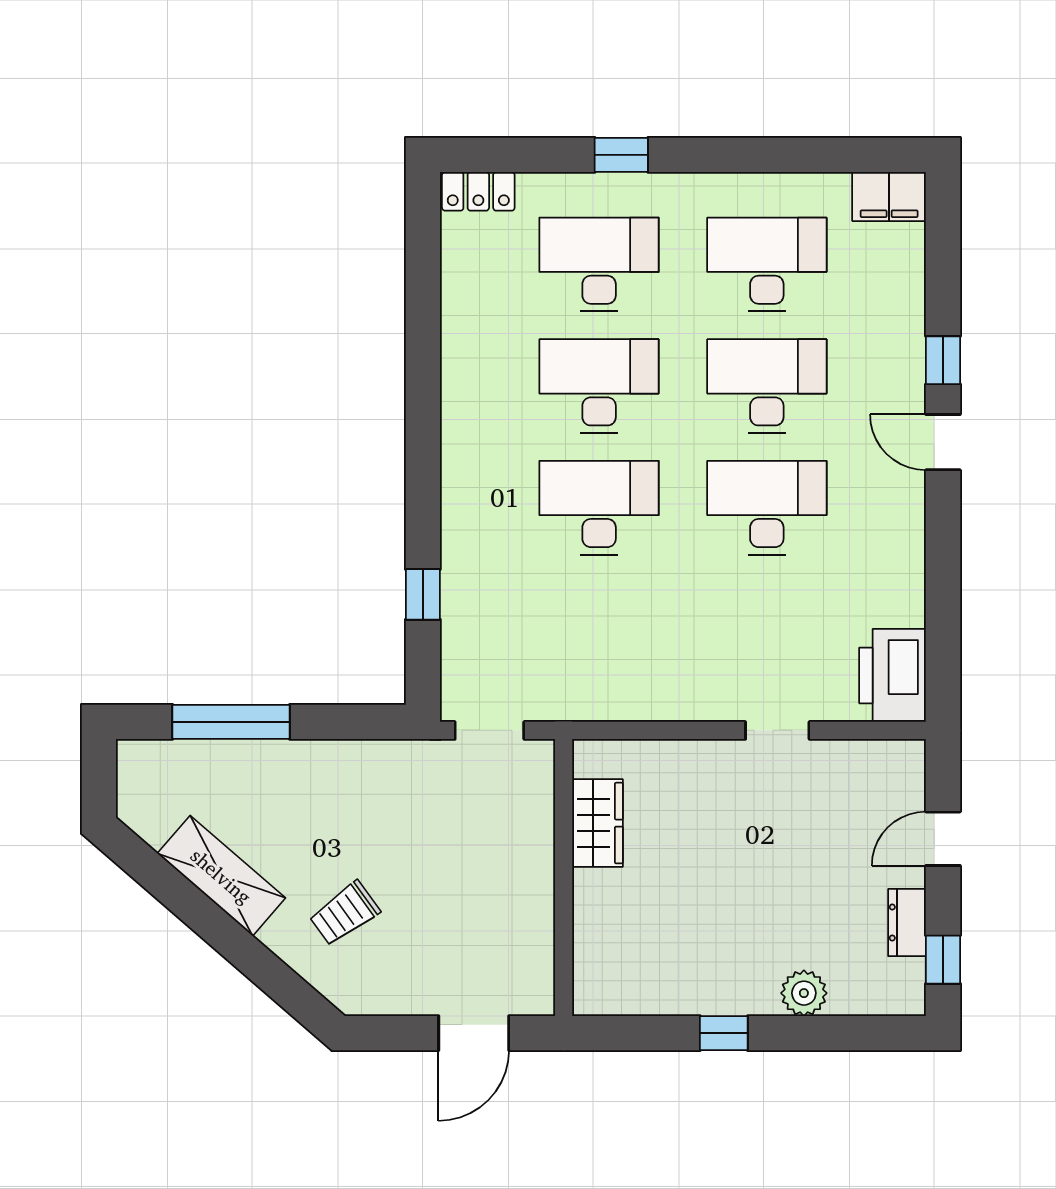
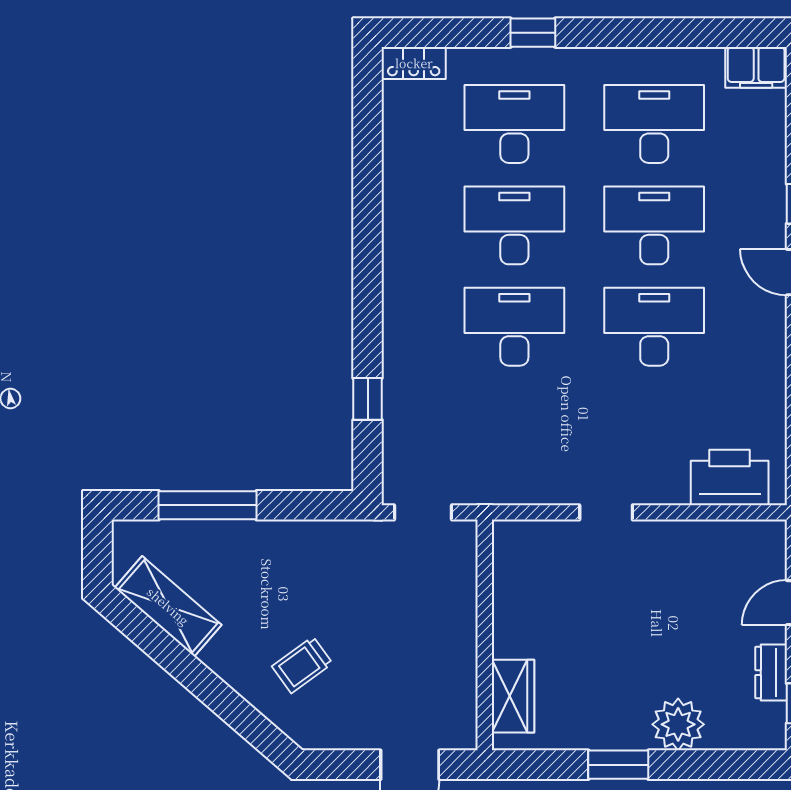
printer: (893, 675) -> (730, 477), moved, turned 90
doorway: (777, 730) -> (606, 512), moved
wardrobe: (598, 823) -> (513, 696), moved
shelving: (221, 876) -> (168, 606), moved
plant: (804, 993) -> (678, 724), width x1.36, depth x1.36
window: (724, 1033) -> (618, 765), width x1.50

